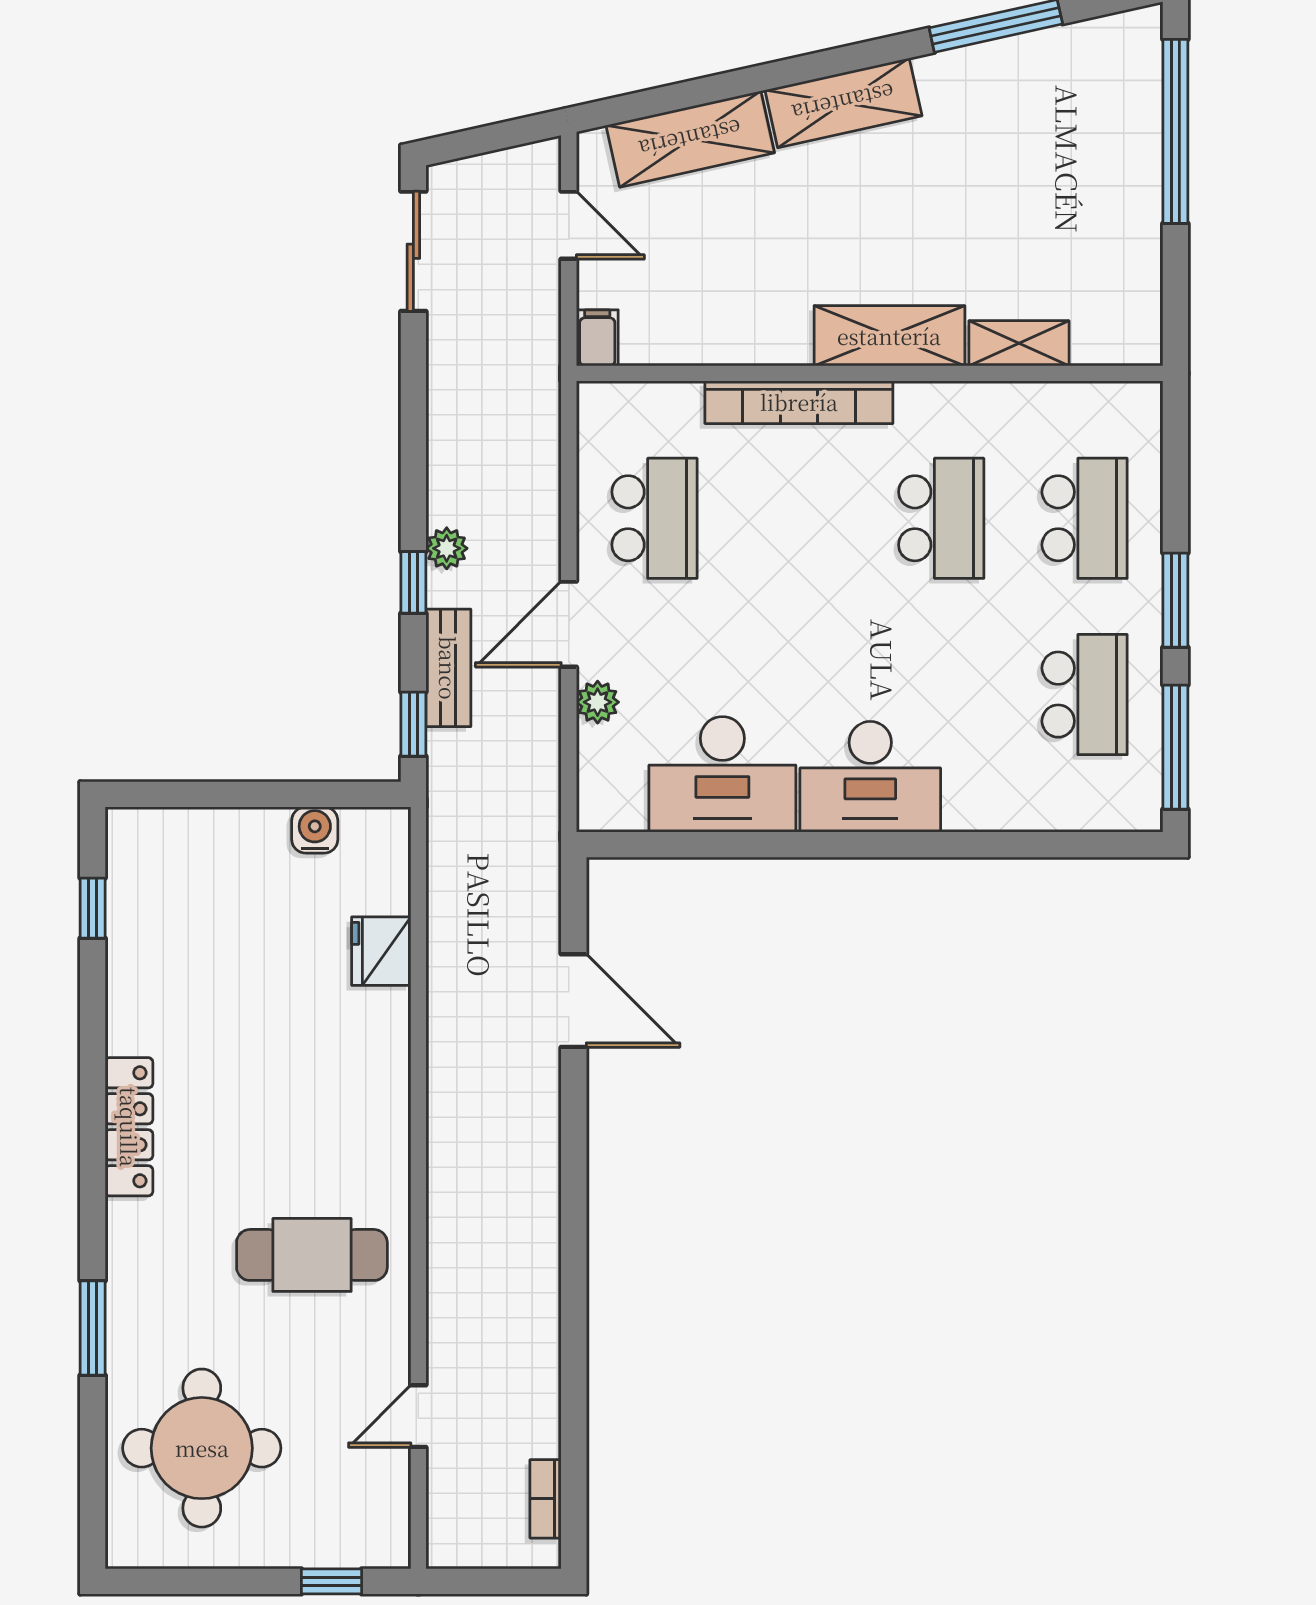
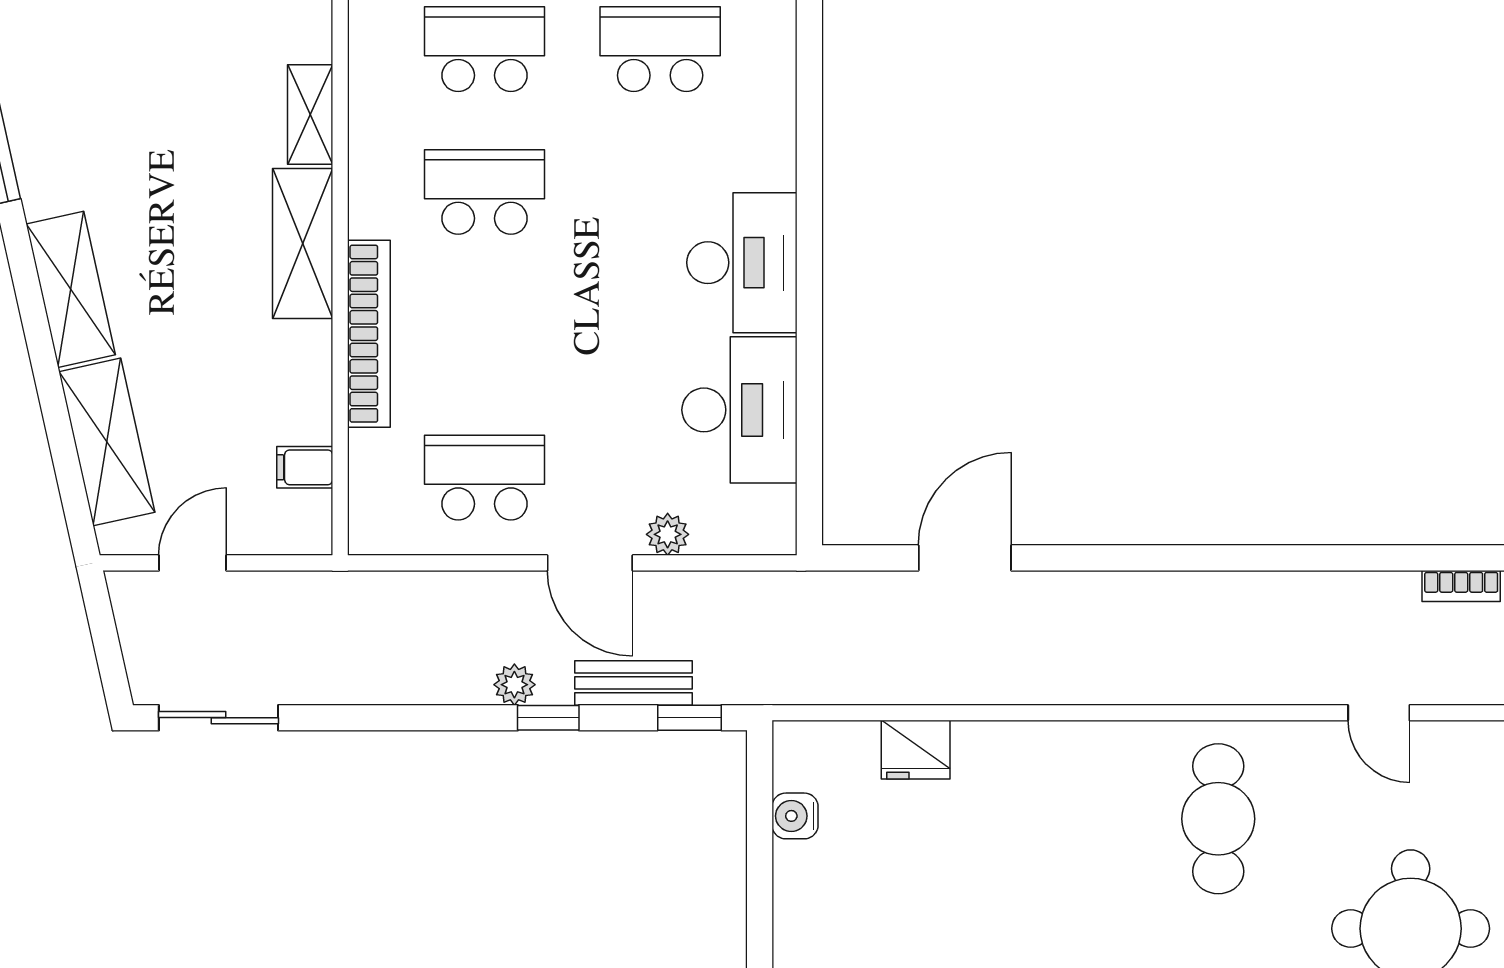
filing cabinet: (597, 338) -> (305, 467), moved

